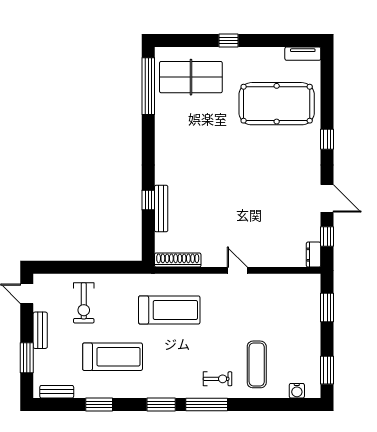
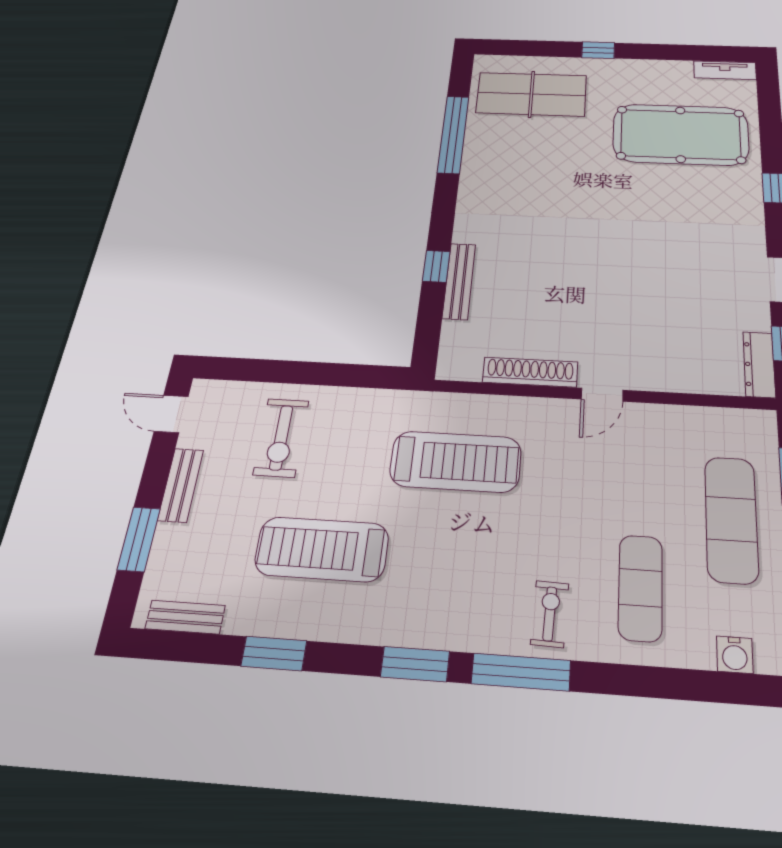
window: (148, 86) -> (453, 134), moved
dresser: (314, 255) -> (759, 364), width x1.44
shoe rack: (178, 260) -> (530, 372), moved
door: (237, 270) -> (602, 395), swing flipped
exercise mat: (297, 330) -> (731, 519), added
treadmill: (113, 357) -> (322, 549), turned 180
exercise bike: (218, 379) -> (550, 614), turned -88

